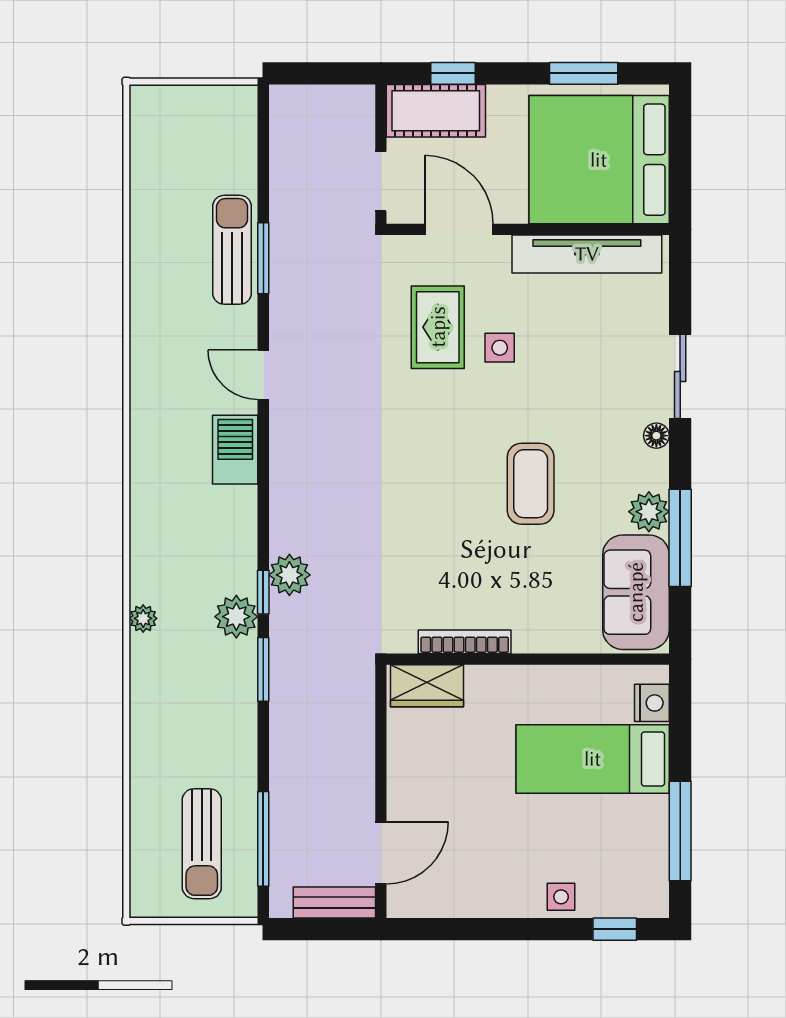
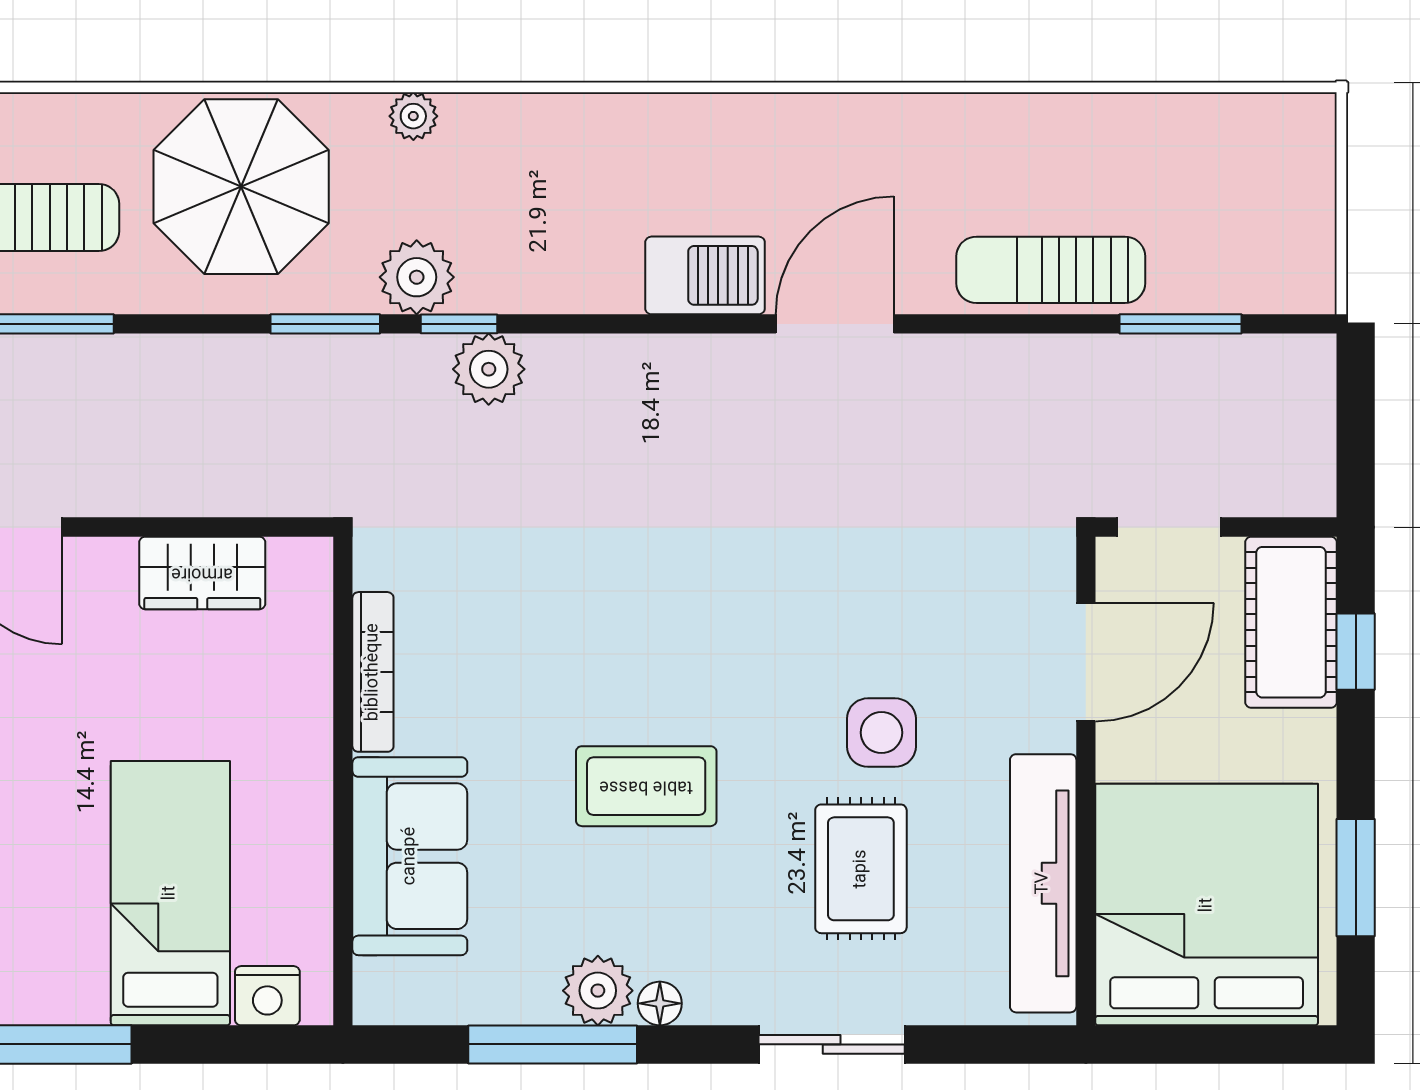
sun lounger: (232, 250) -> (1051, 270), turned 180
window: (263, 258) -> (1180, 324), moved
rug: (438, 327) -> (861, 869), moved, turned 90
side table: (500, 348) -> (881, 733), width x1.37, depth x1.37
door: (263, 375) -> (835, 324), width x1.38
floor lamp: (656, 436) -> (660, 1003), moved
sofa: (636, 592) -> (410, 856), moved, turned 90
wardrobe: (427, 686) -> (202, 573), moved, turned -90
parasol: (184, 718) -> (241, 187), added

